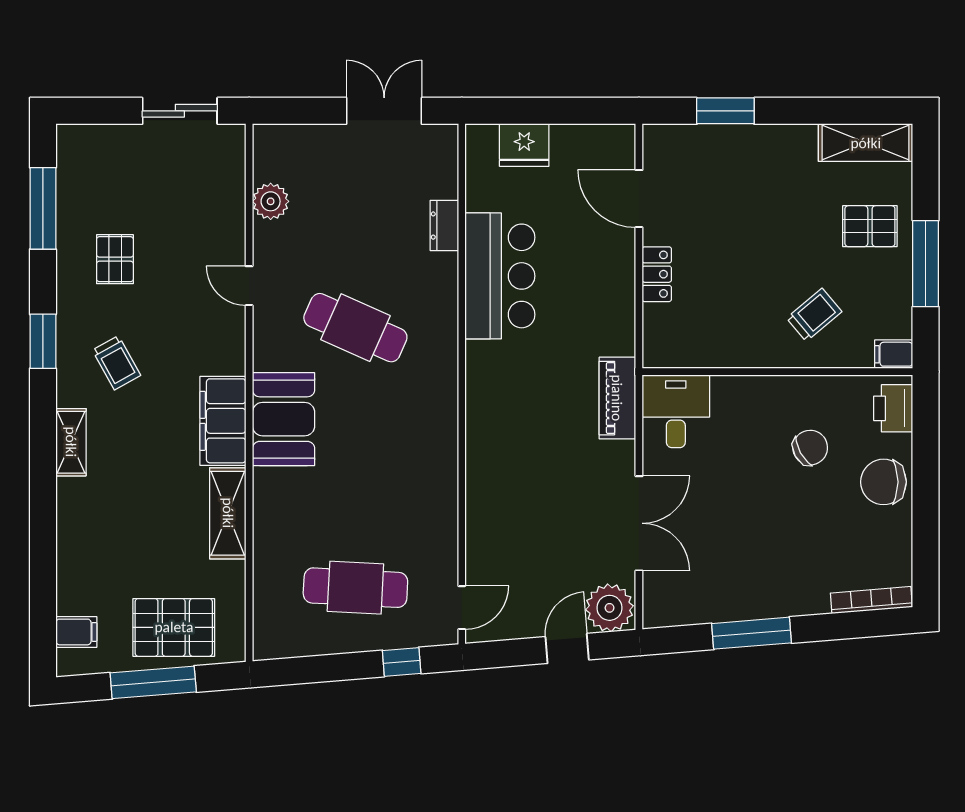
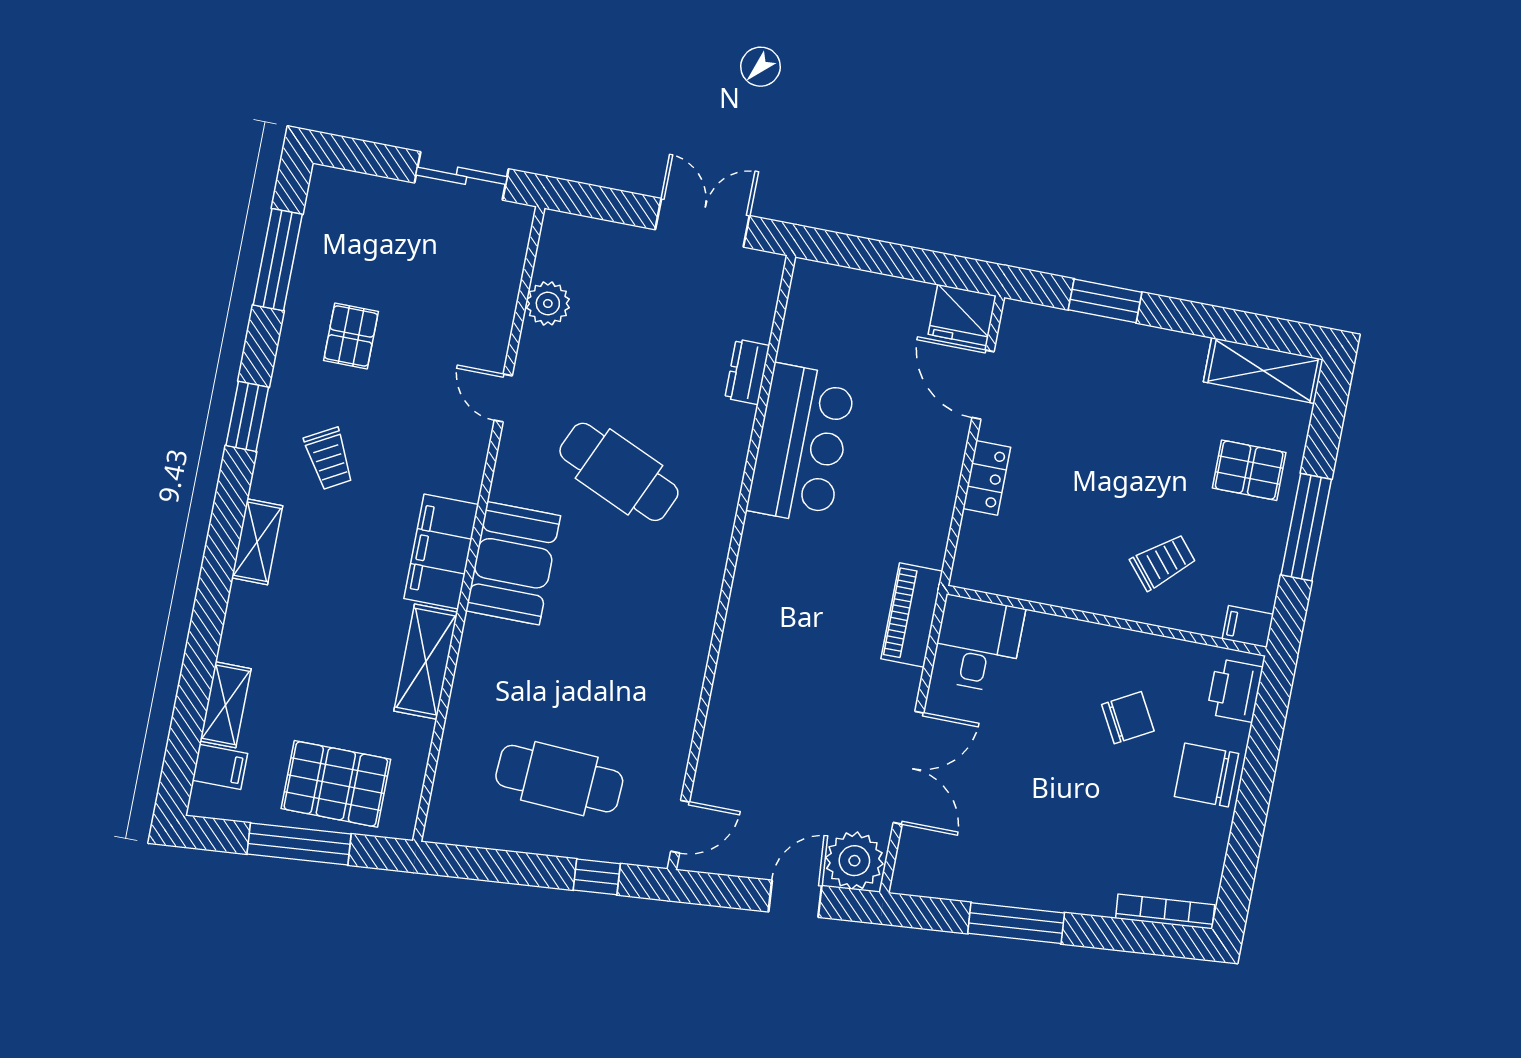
fridge: (524, 145) -> (962, 315), moved
shelving: (71, 580) -> (225, 705), added

